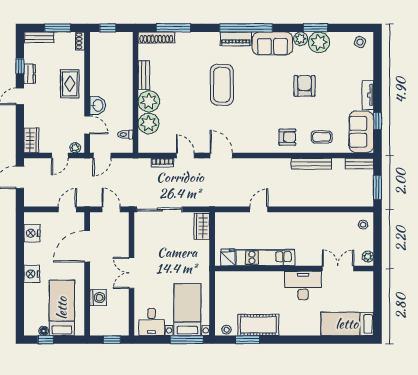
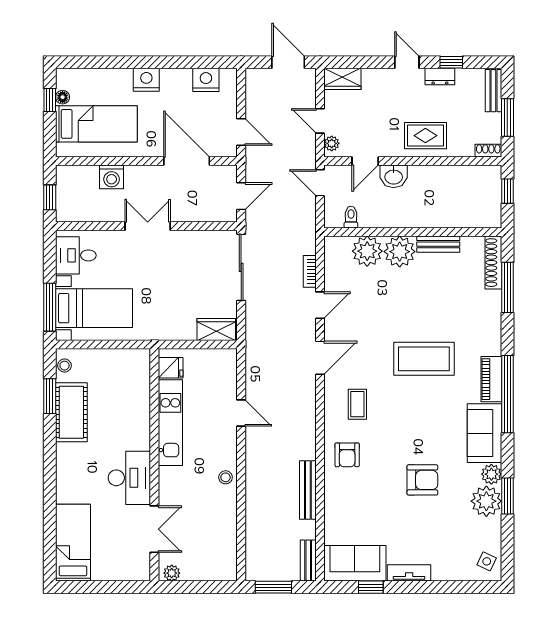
coffee table: (322, 137) -> (357, 404), moved
stool: (363, 225) -> (225, 477), moved

